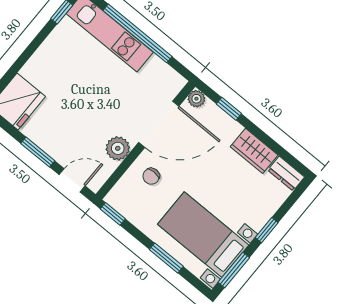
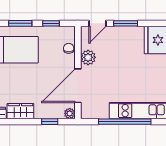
chair: (151, 176) -> (69, 48), moved
window: (113, 214) -> (51, 23), moved

